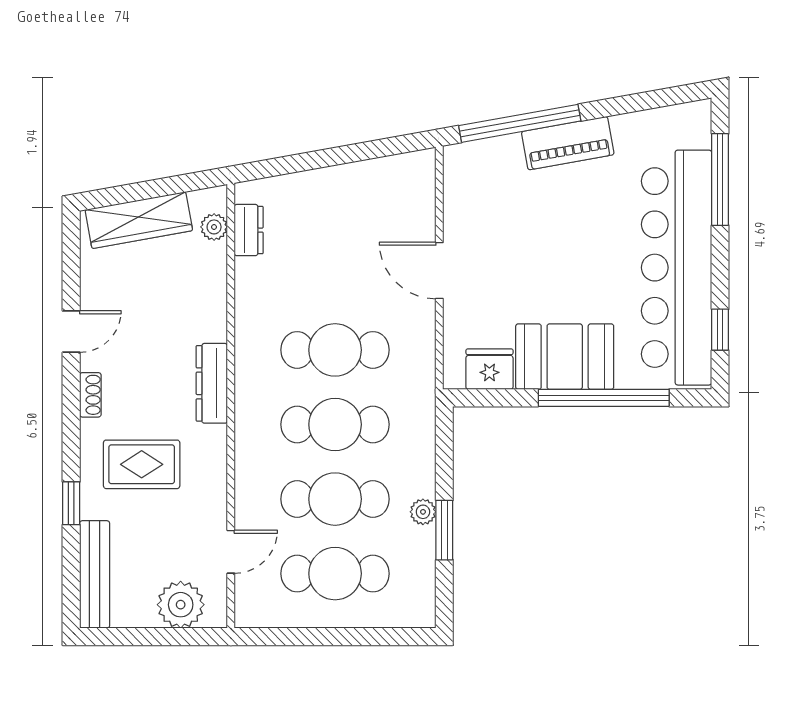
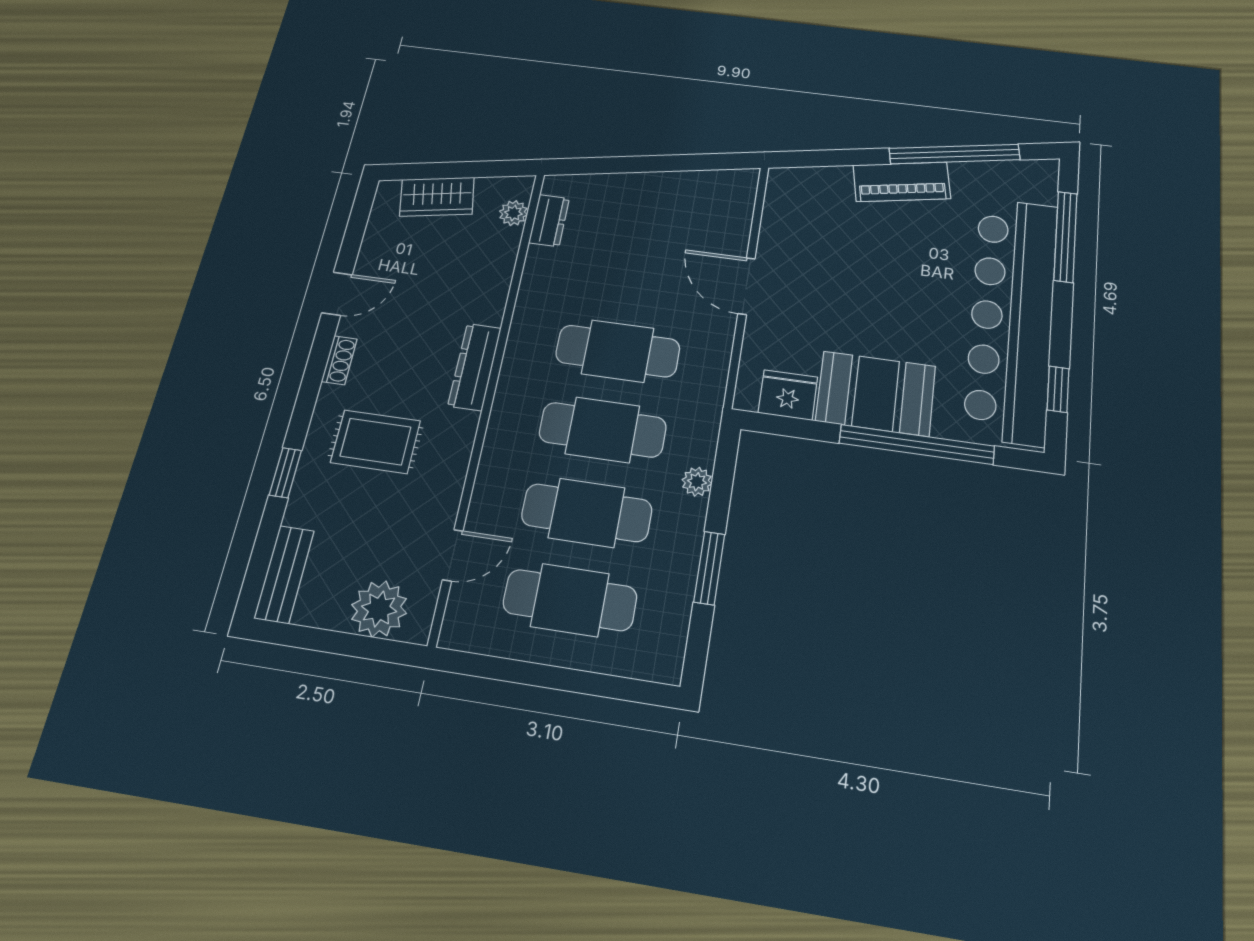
window: (520, 123) -> (954, 154), moved
wardrobe: (139, 220) -> (437, 197), width x0.67
plant: (423, 512) -> (697, 482), moved
bench: (95, 574) -> (284, 574), width x0.73

